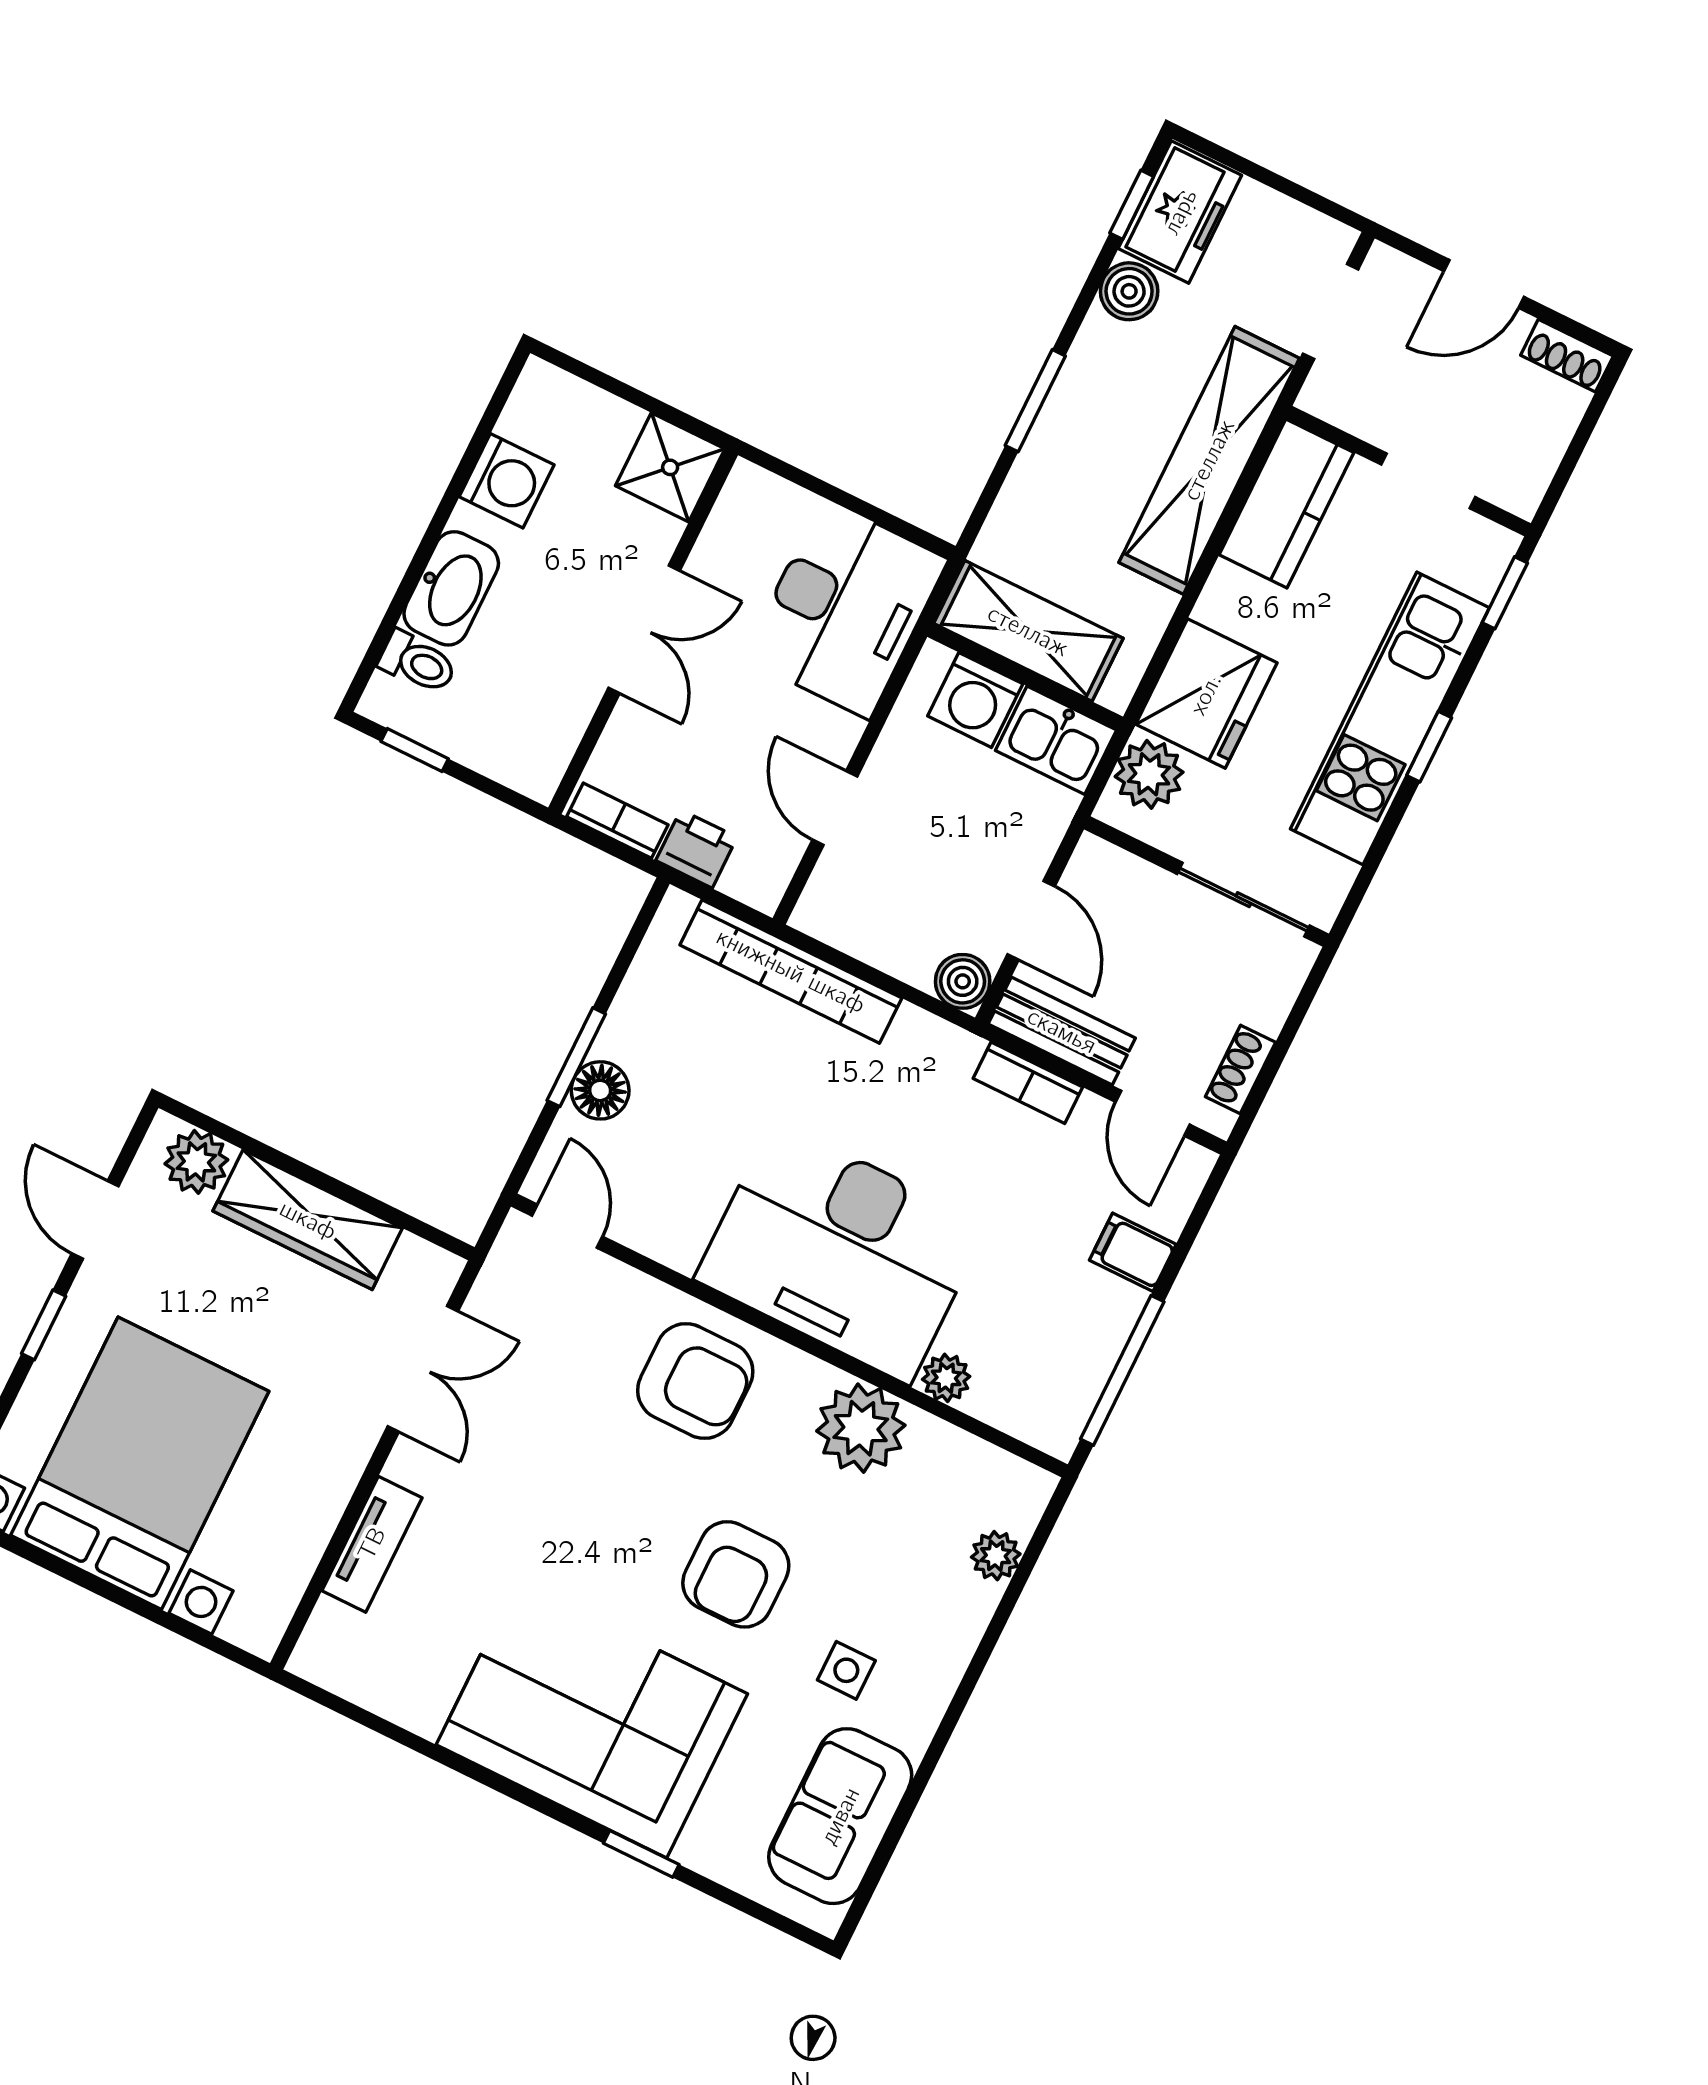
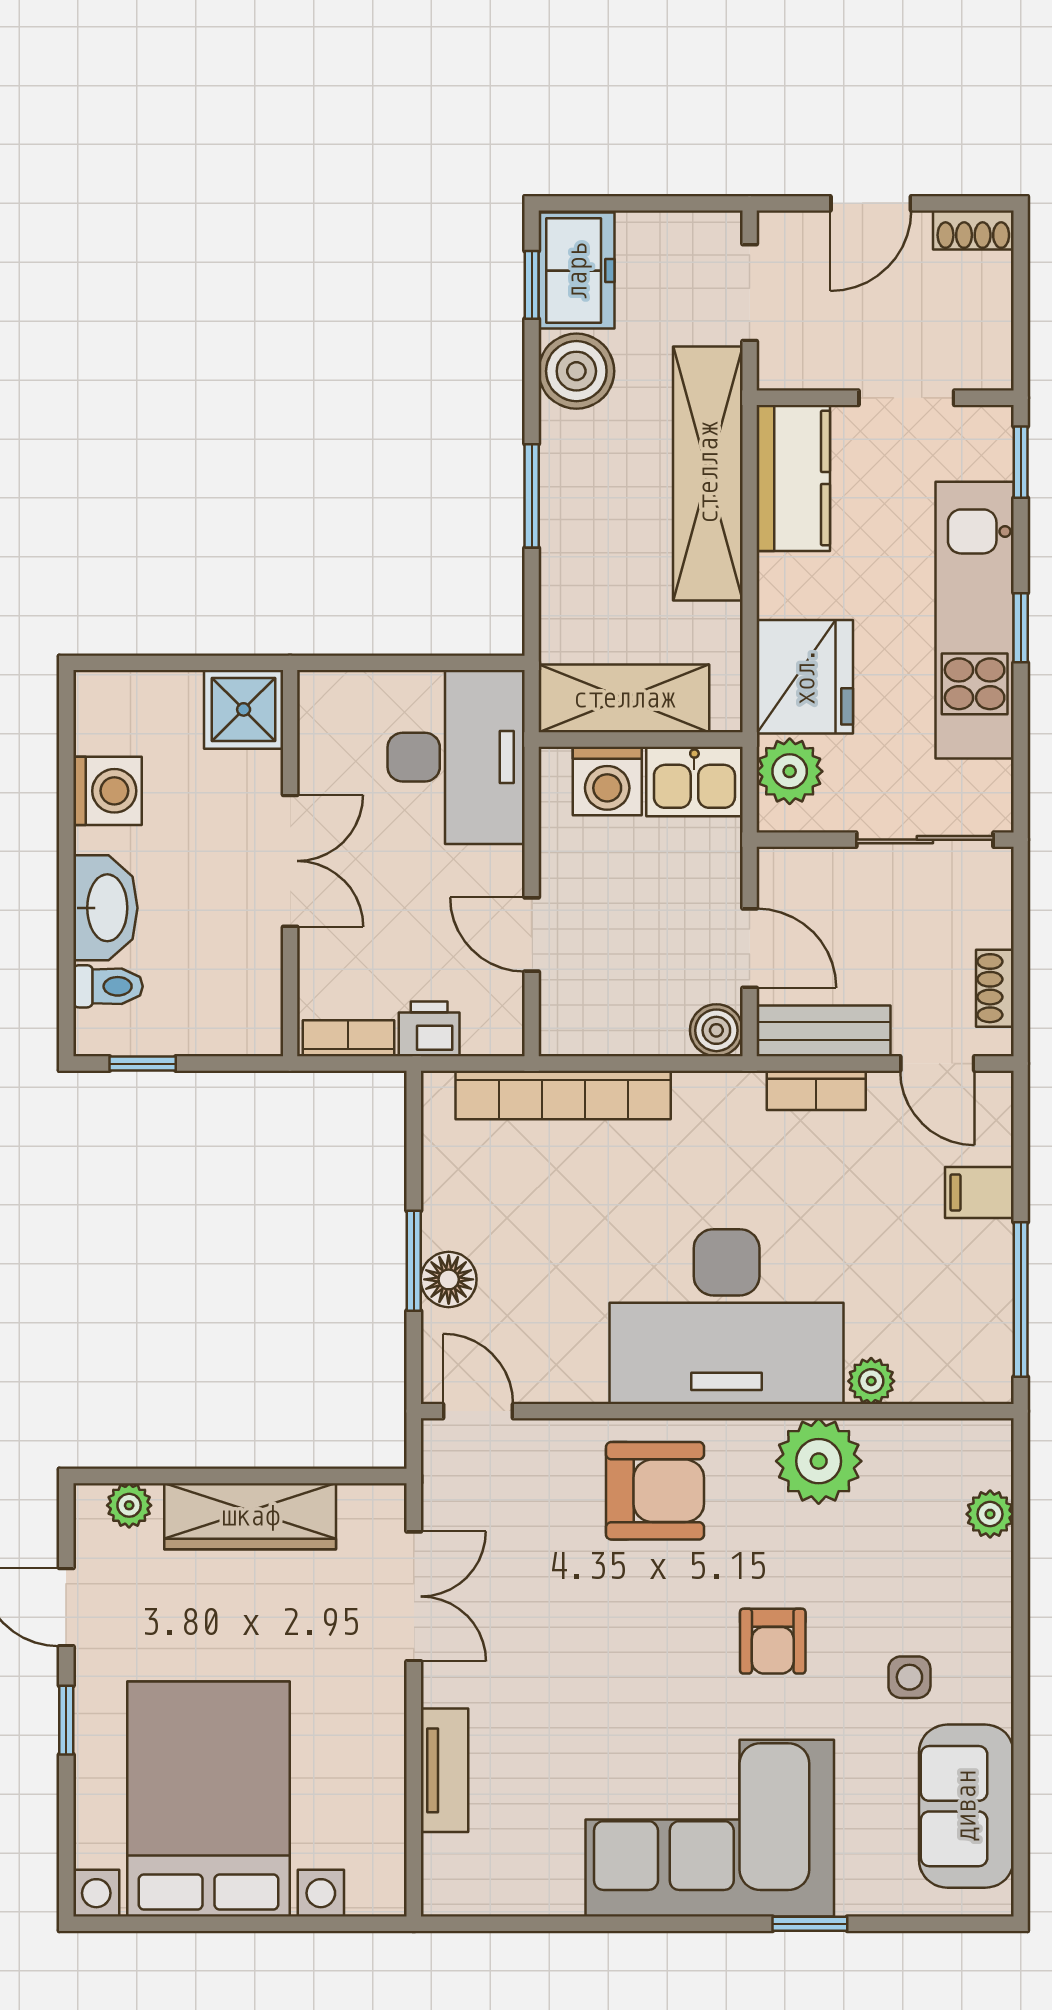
boiler: (1129, 291) -> (576, 371), width x1.36, depth x1.36
plant: (196, 1162) -> (129, 1505), width x0.73, depth x0.73
armchair: (736, 1574) -> (773, 1641), width x0.72, depth x0.72

